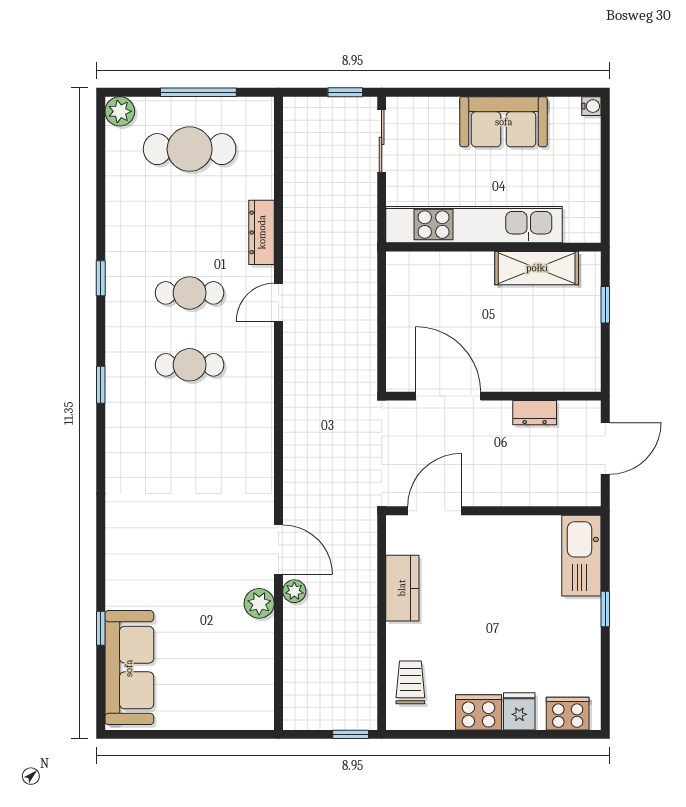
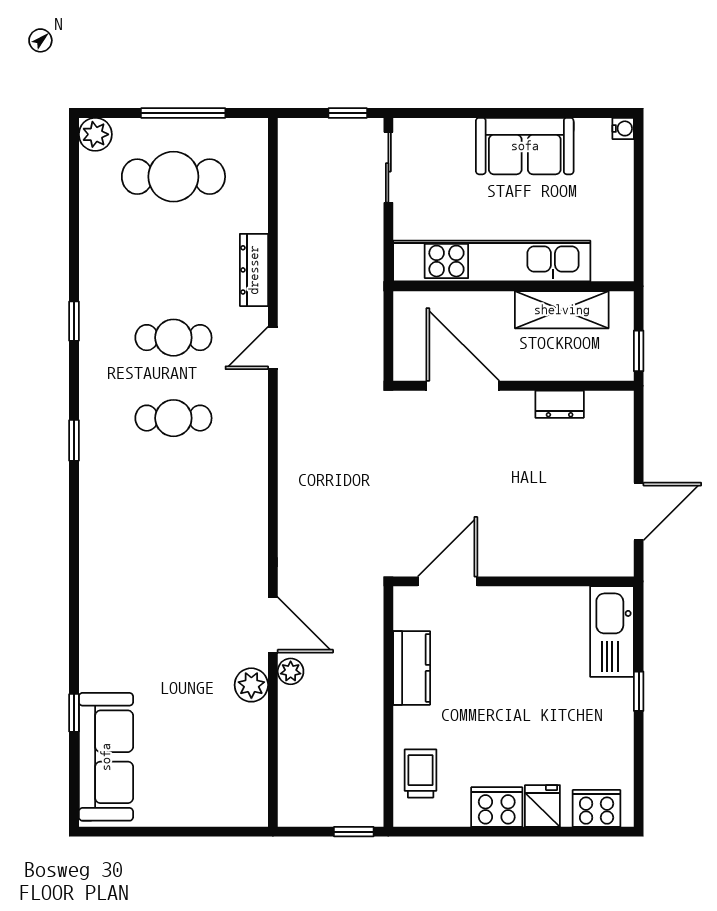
door: (448, 396) -> (463, 386), moved
wall: (493, 396) -> (513, 386), moved
dresser: (535, 413) -> (560, 404), moved

